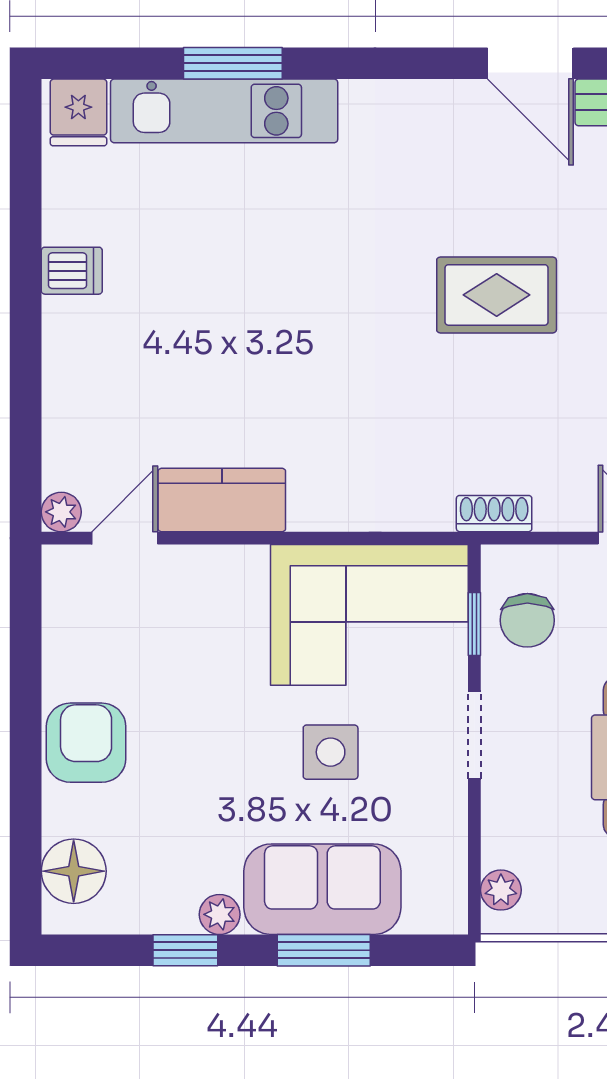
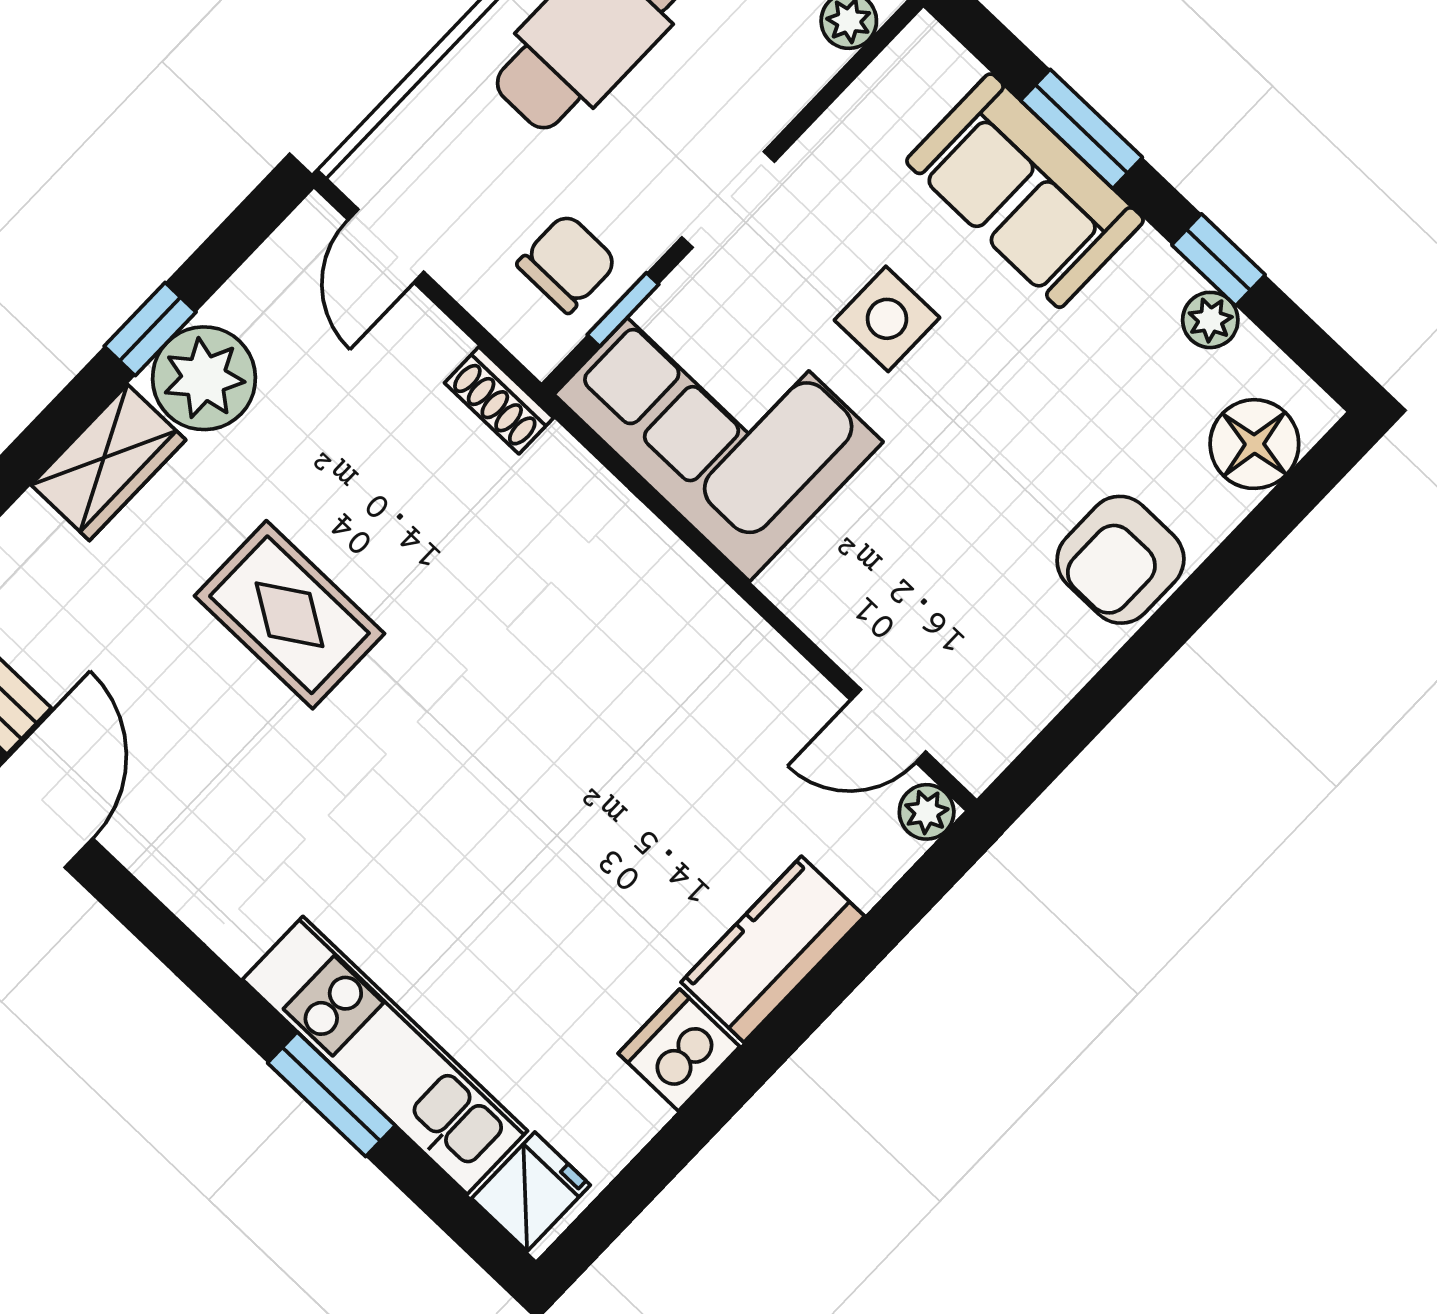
dishwasher: (72, 271) -> (679, 1050), width x1.38
kitchen counter: (222, 500) -> (773, 949), moved, turned 90
plant: (220, 914) -> (1210, 320), moved

